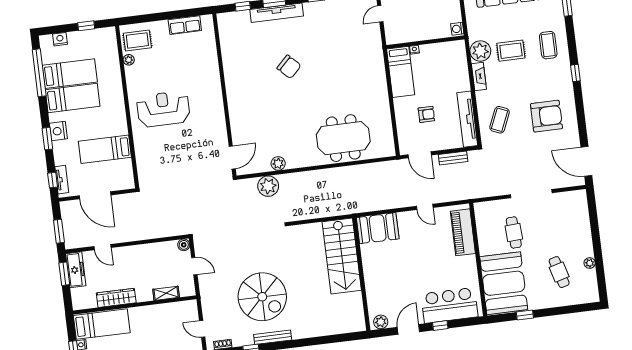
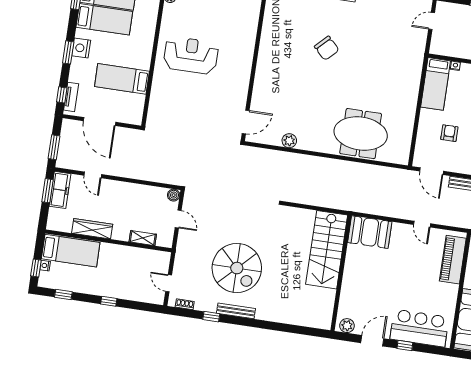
armchair: (426, 114) -> (449, 133), turned -90
plant: (268, 186) -> (273, 160), removed

